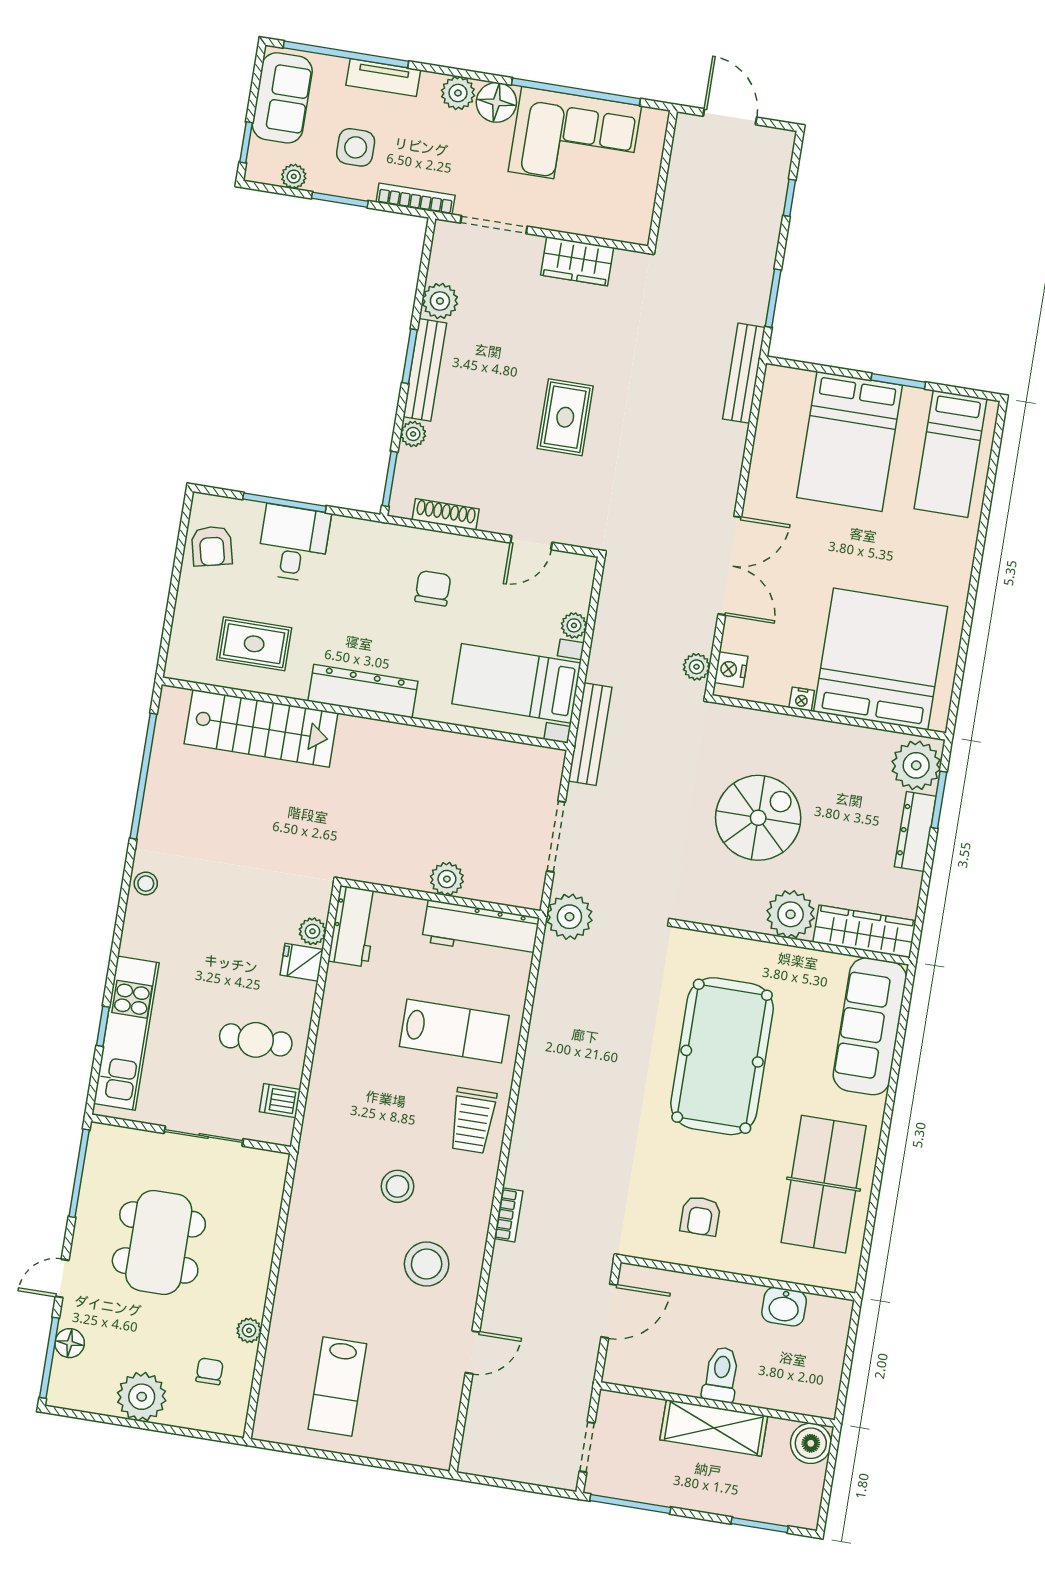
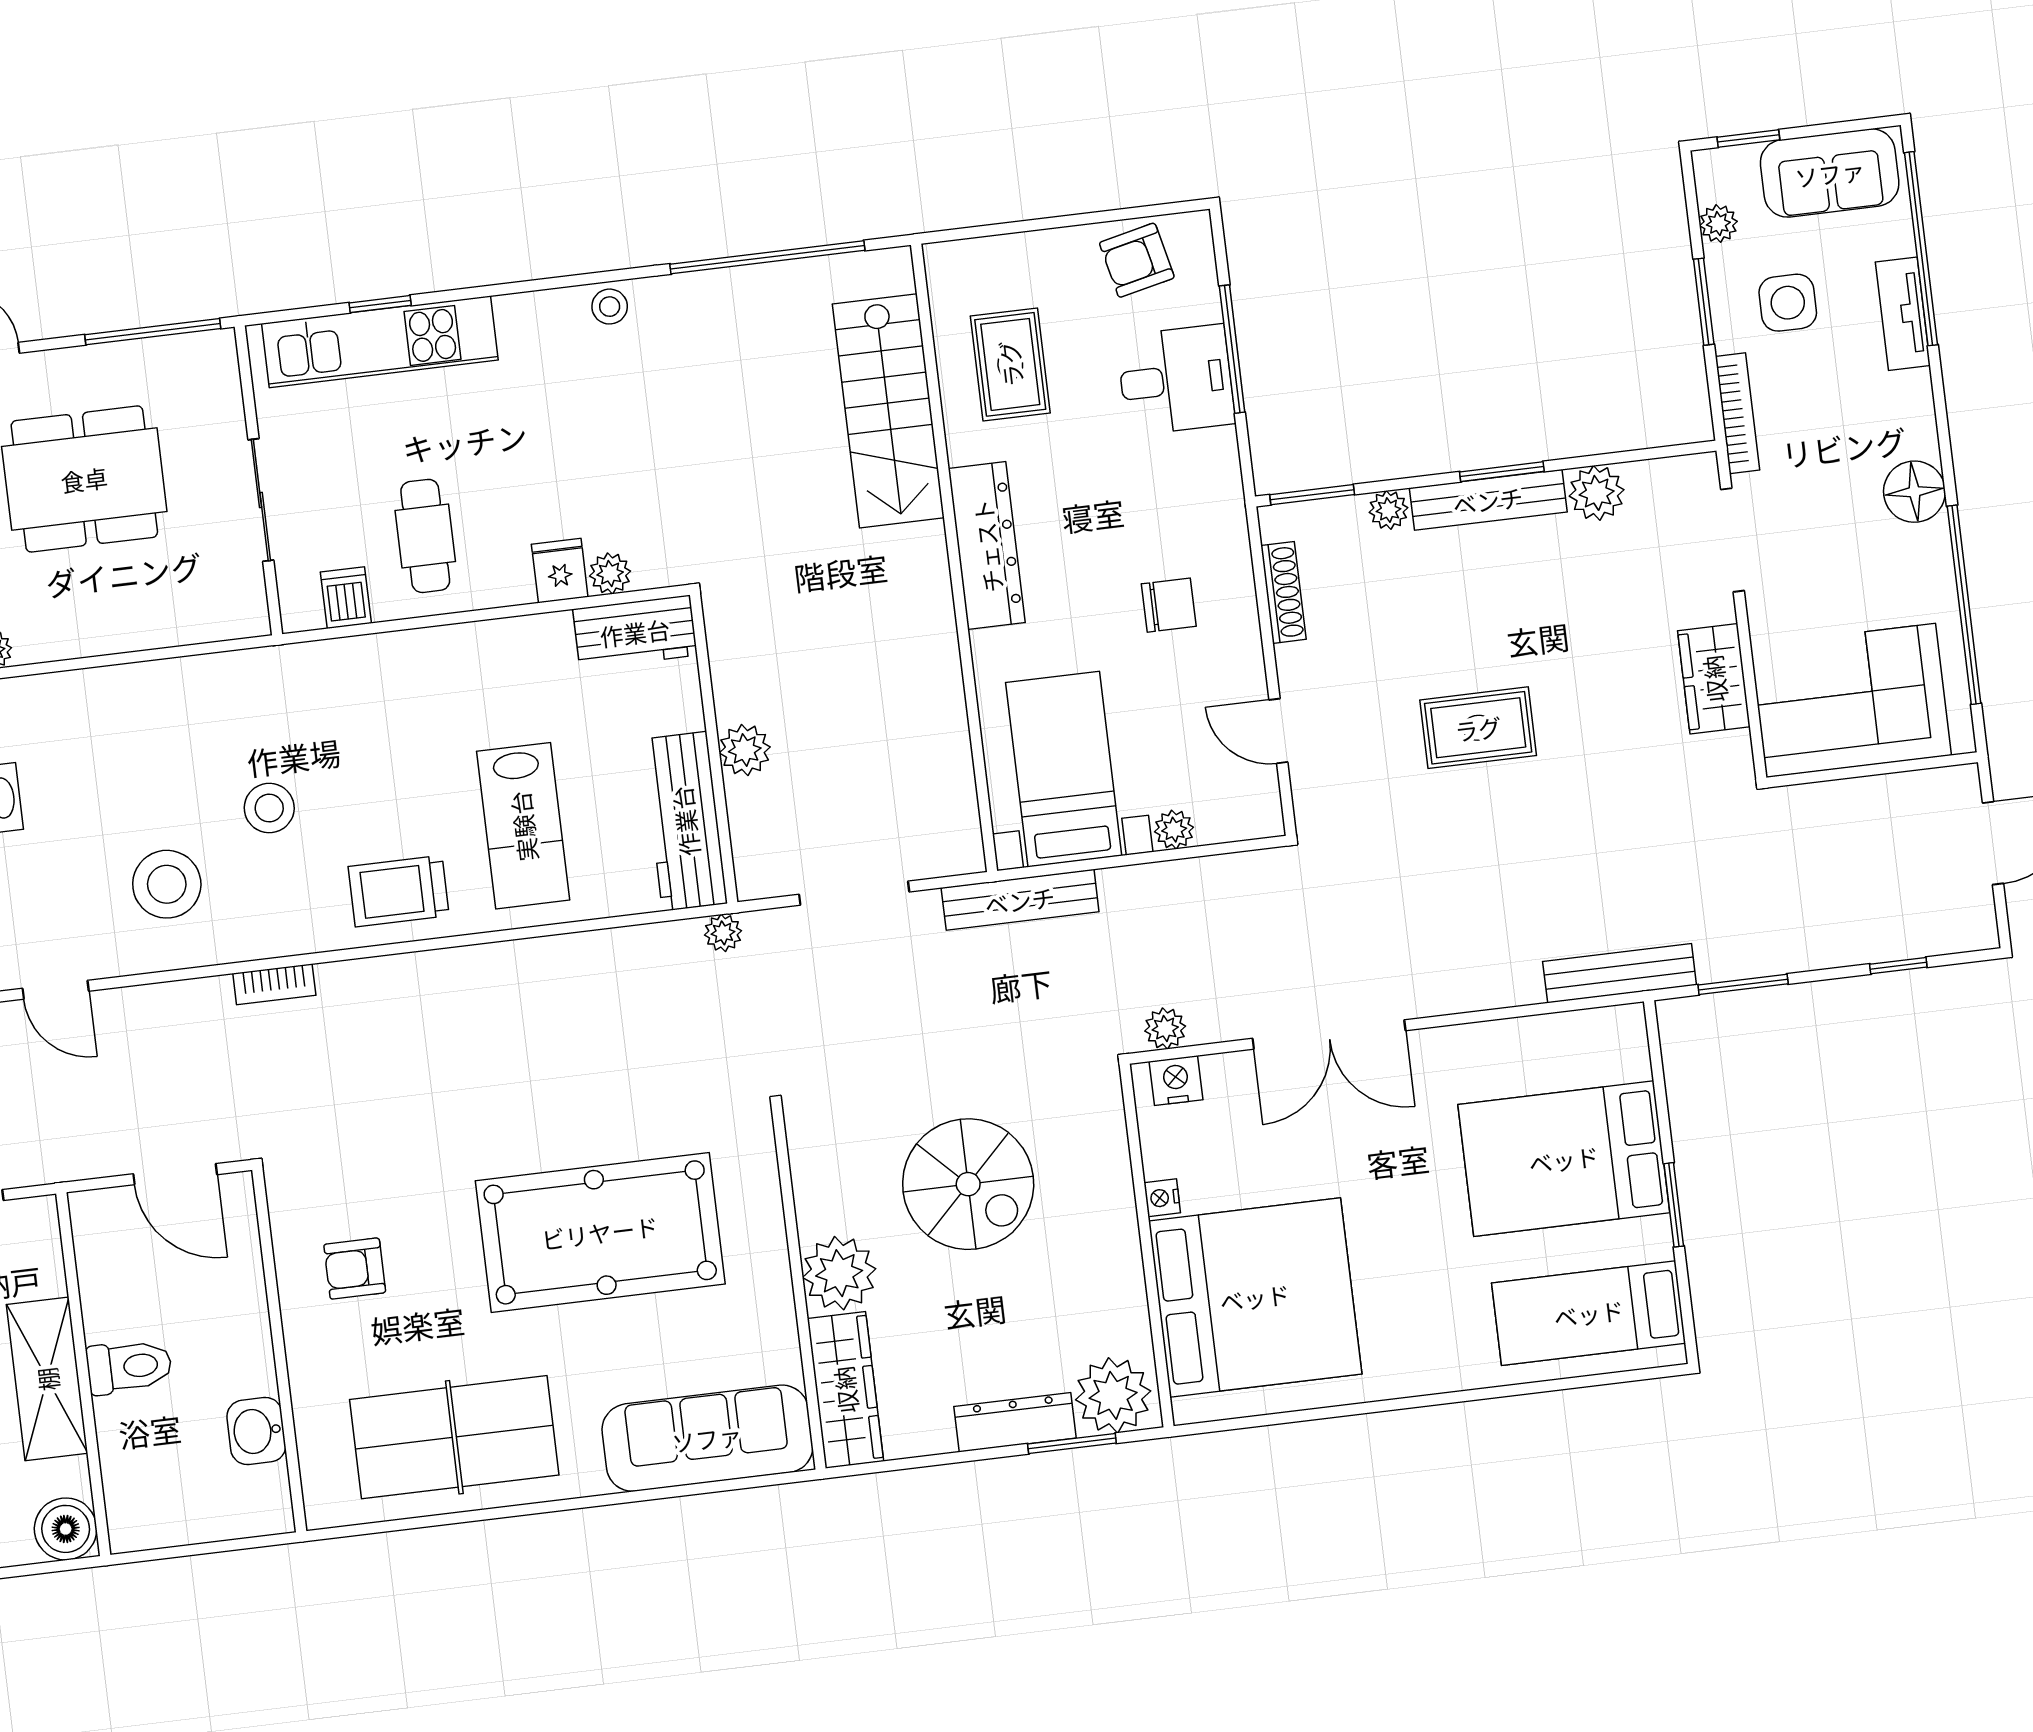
plant: (458, 93) -> (1912, 431), removed
corner sofa: (575, 139) -> (1851, 700), moved, turned 90
plant: (569, 917) -> (723, 933), width x0.53, depth x0.53

